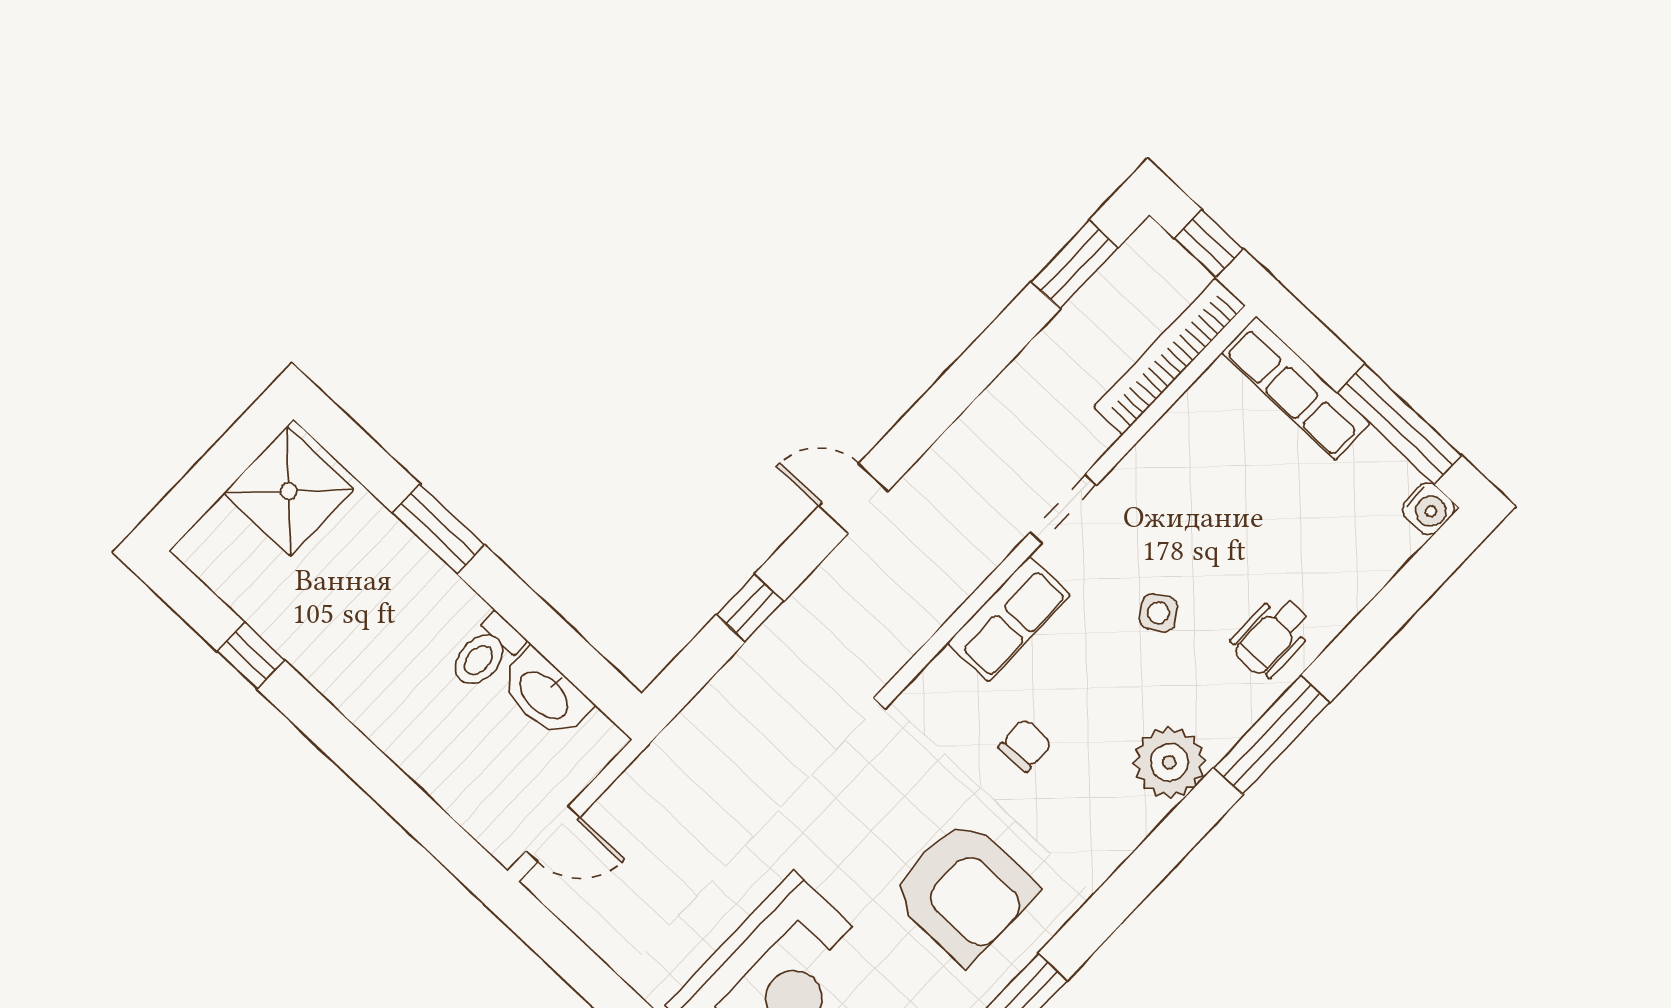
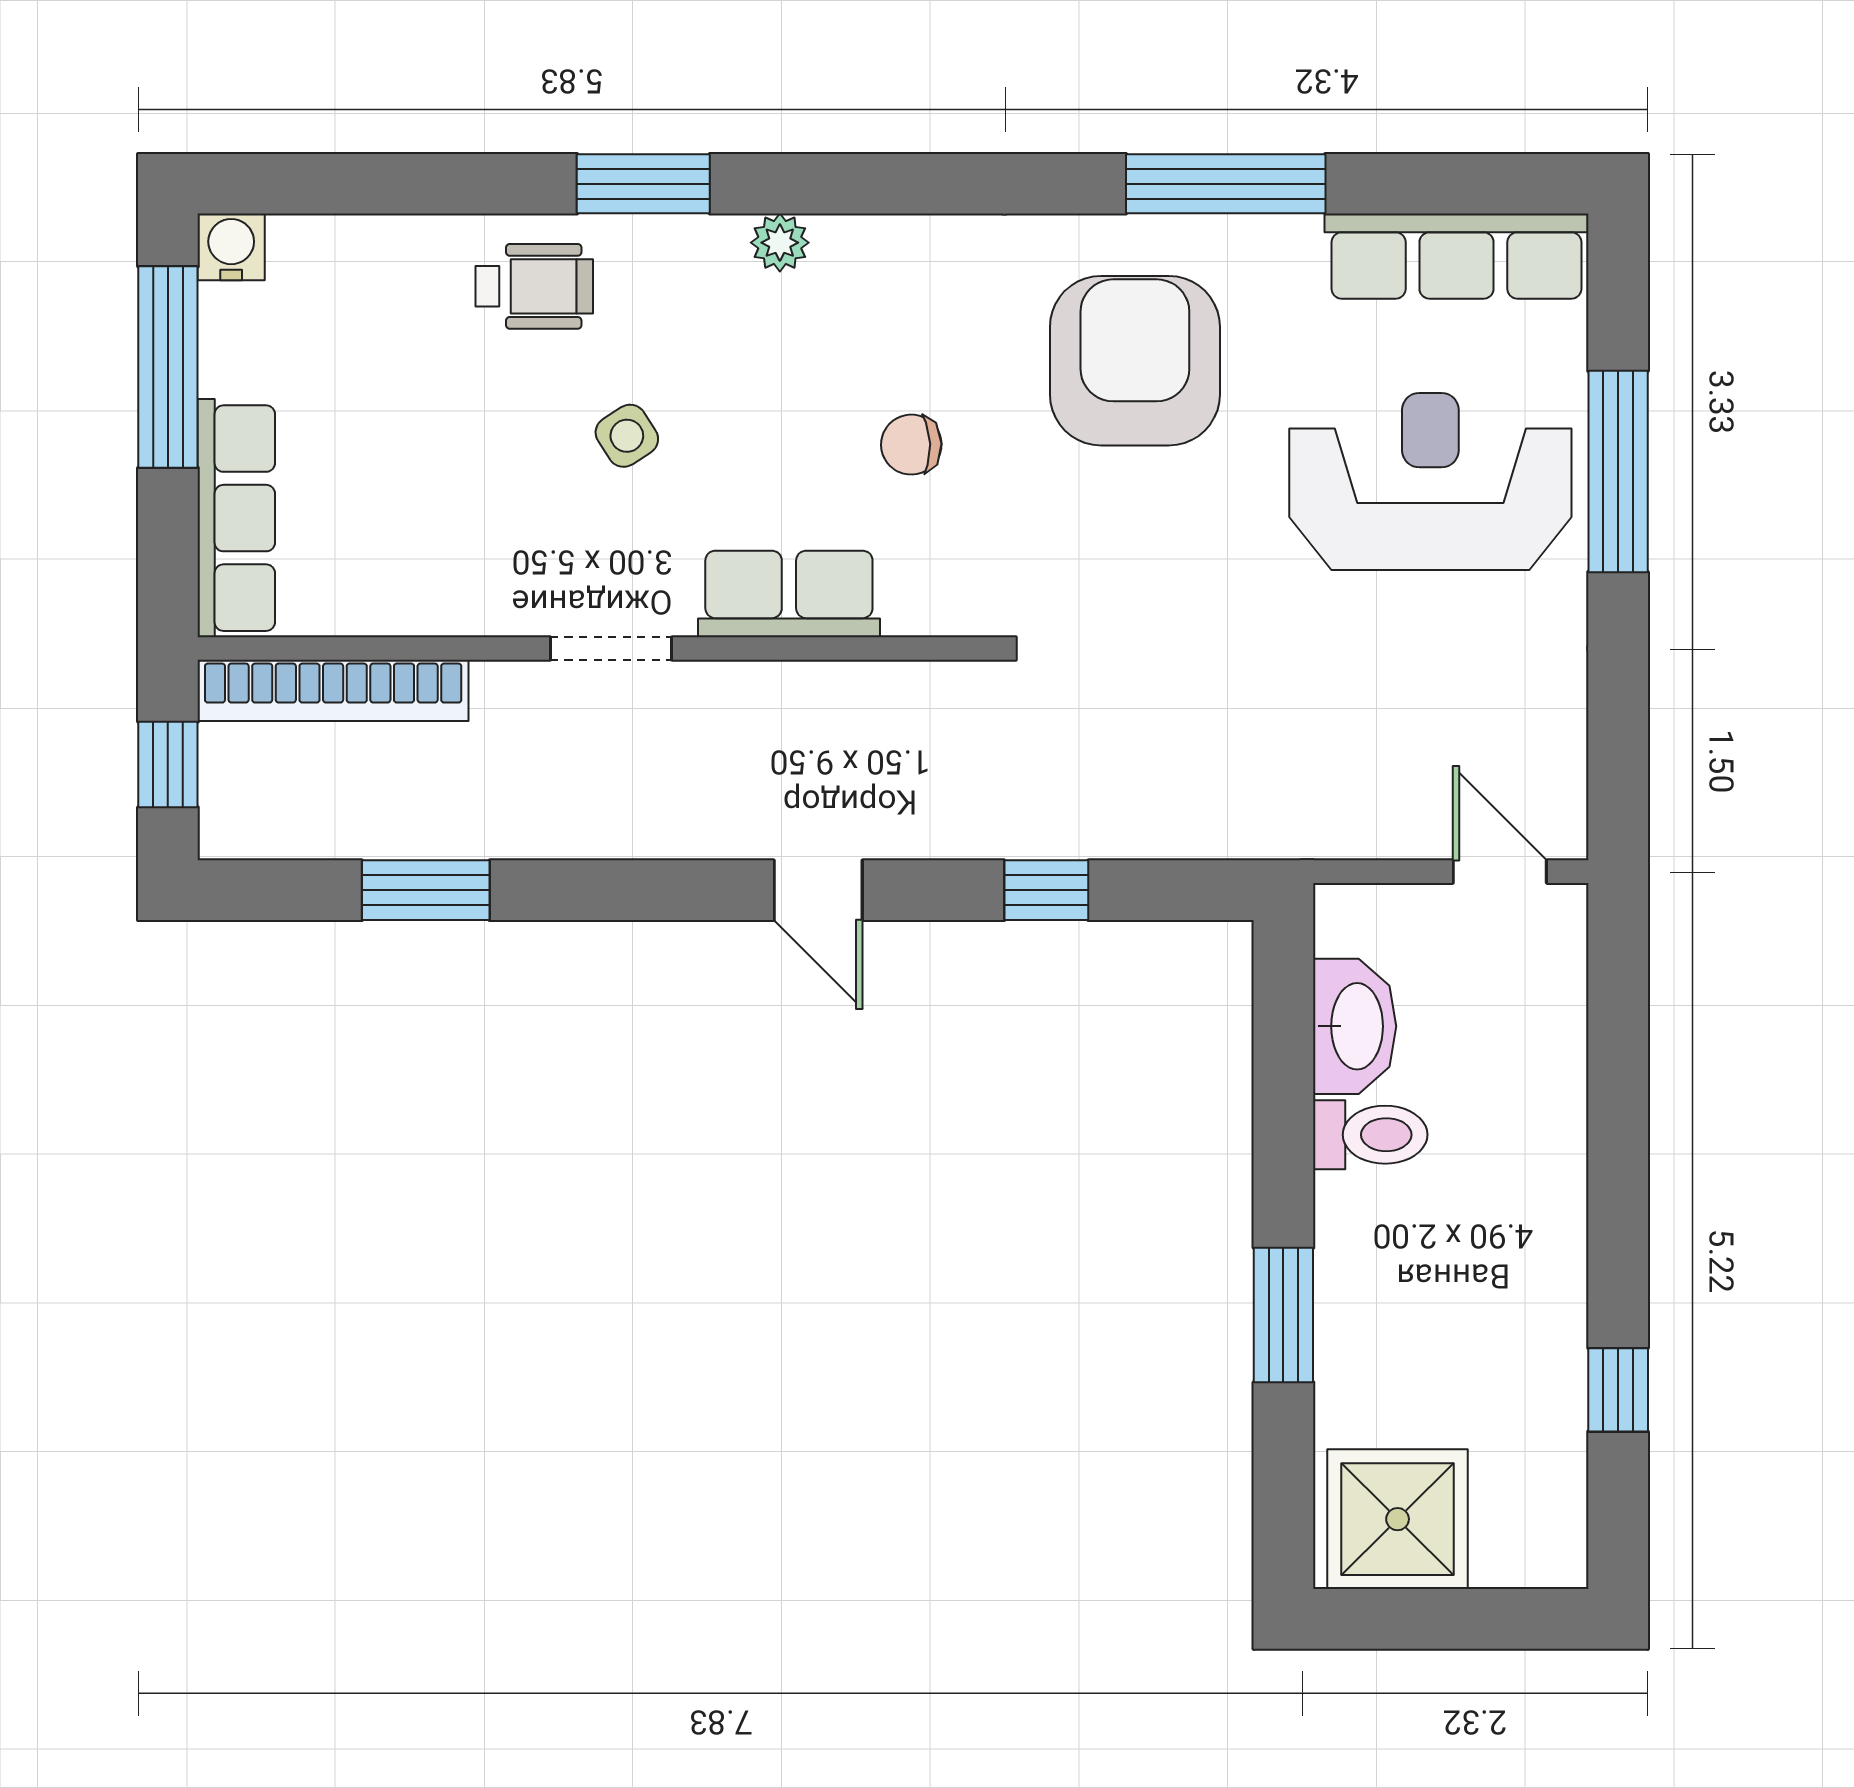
window: (1075, 265) -> (426, 890), moved
window: (1272, 735) -> (643, 184), width x0.69
plant: (1169, 762) -> (780, 243), width x0.53, depth x0.53

